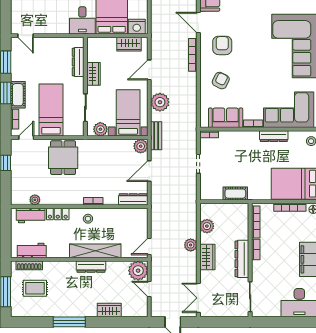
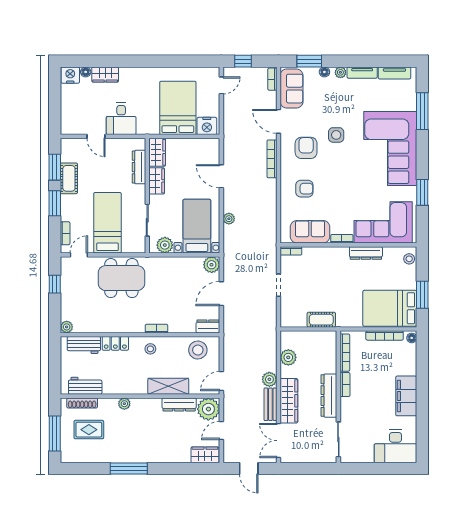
desk: (82, 20) -> (121, 119), moved
side table: (248, 34) -> (336, 135), added
door: (26, 36) -> (96, 136), moved
wardrobe: (129, 44) -> (157, 152), moved, turned -90
door: (149, 70) -> (221, 176), hinge flipped
armchair: (221, 81) -> (304, 189), turned 64
cot: (18, 95) -> (69, 178), moved
plant: (160, 102) -> (229, 219), width x0.53, depth x0.53
bench: (156, 136) -> (270, 404), moved
dining table: (63, 158) -> (121, 278), width x1.38
dresser: (133, 199) -> (208, 326), width x0.70
plant: (35, 200) -> (67, 327), moved
stool: (129, 220) -> (198, 350), added
shelving: (95, 251) -> (168, 386), width x0.68
wardrobe: (207, 257) -> (289, 401), width x1.50
plant: (66, 266) -> (124, 404), added
dresser: (91, 267) -> (179, 404), moved
door: (149, 289) -> (221, 430), hinge flipped
wardrobe: (109, 310) -> (205, 455), moved

